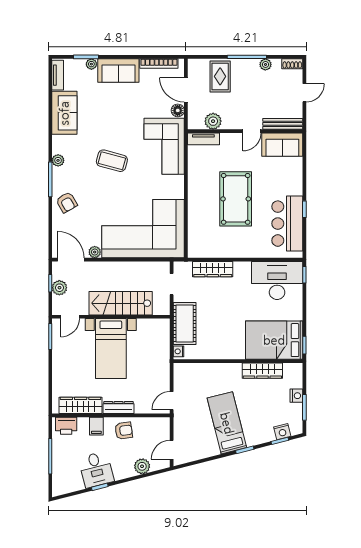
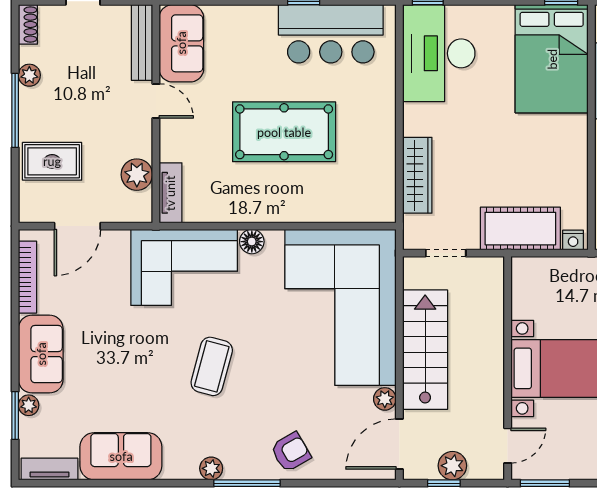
floor lamp: (178, 110) -> (252, 242), moved
stairs: (121, 303) -> (425, 350), moved, turned 180
door: (70, 317) -> (508, 446), hinge flipped

